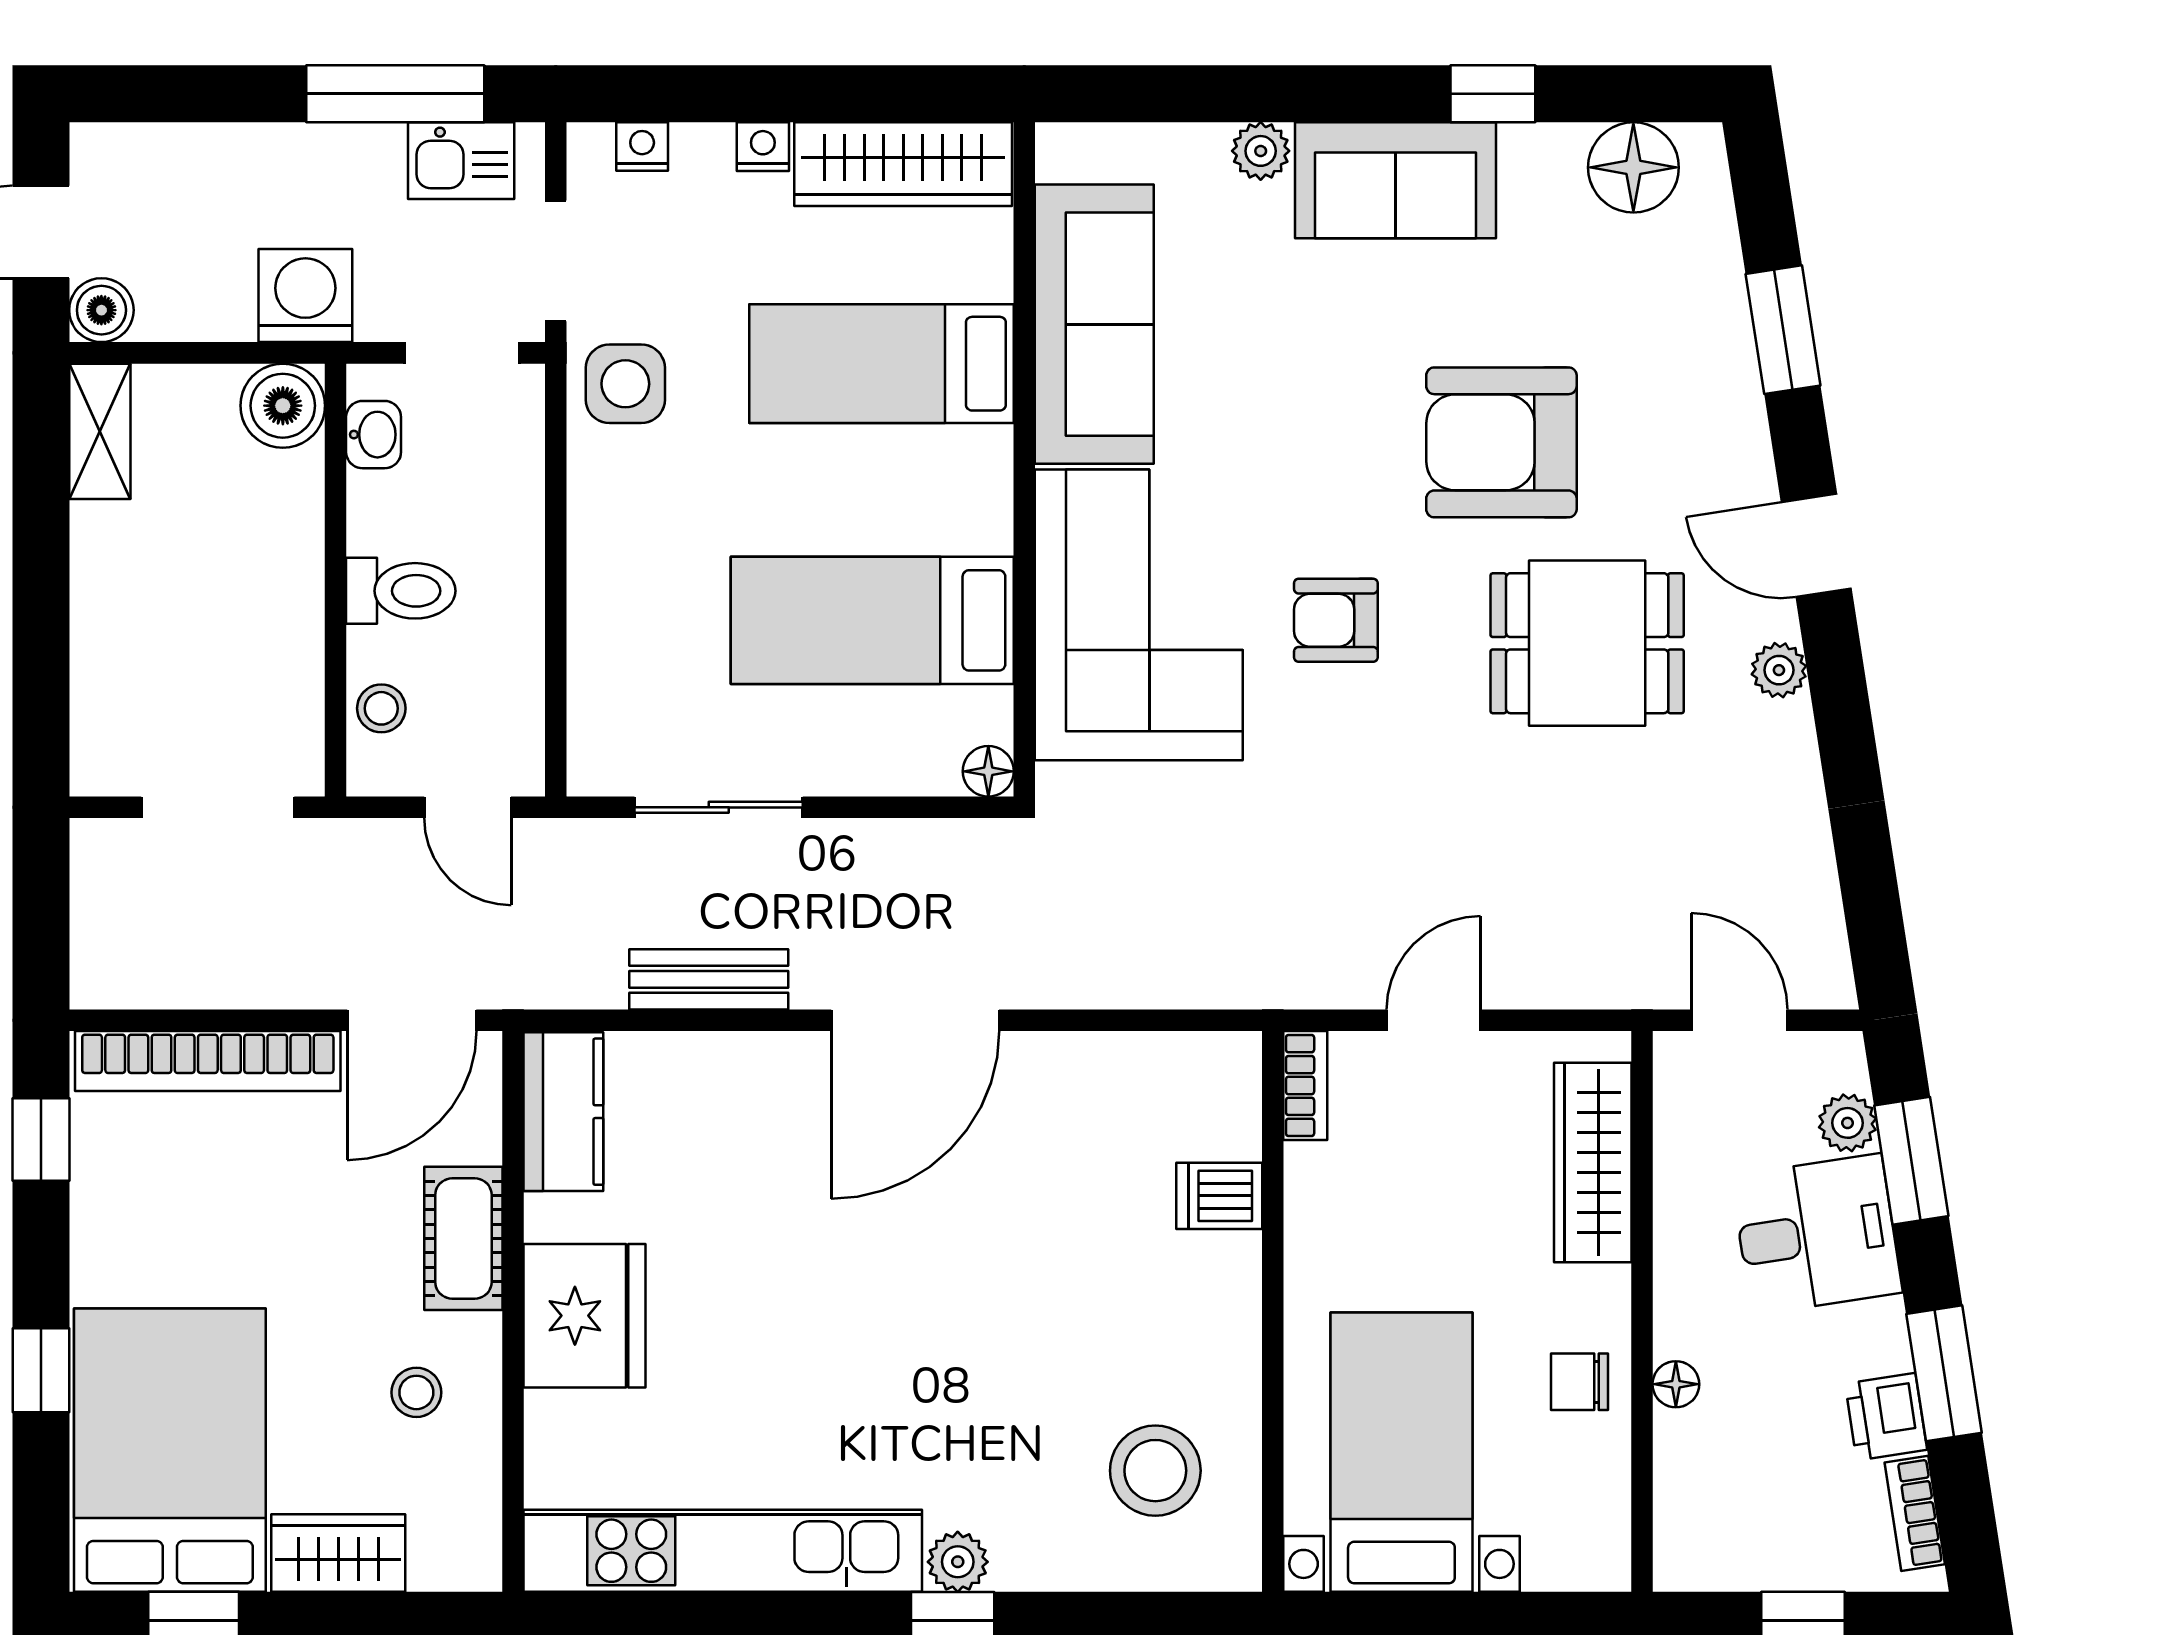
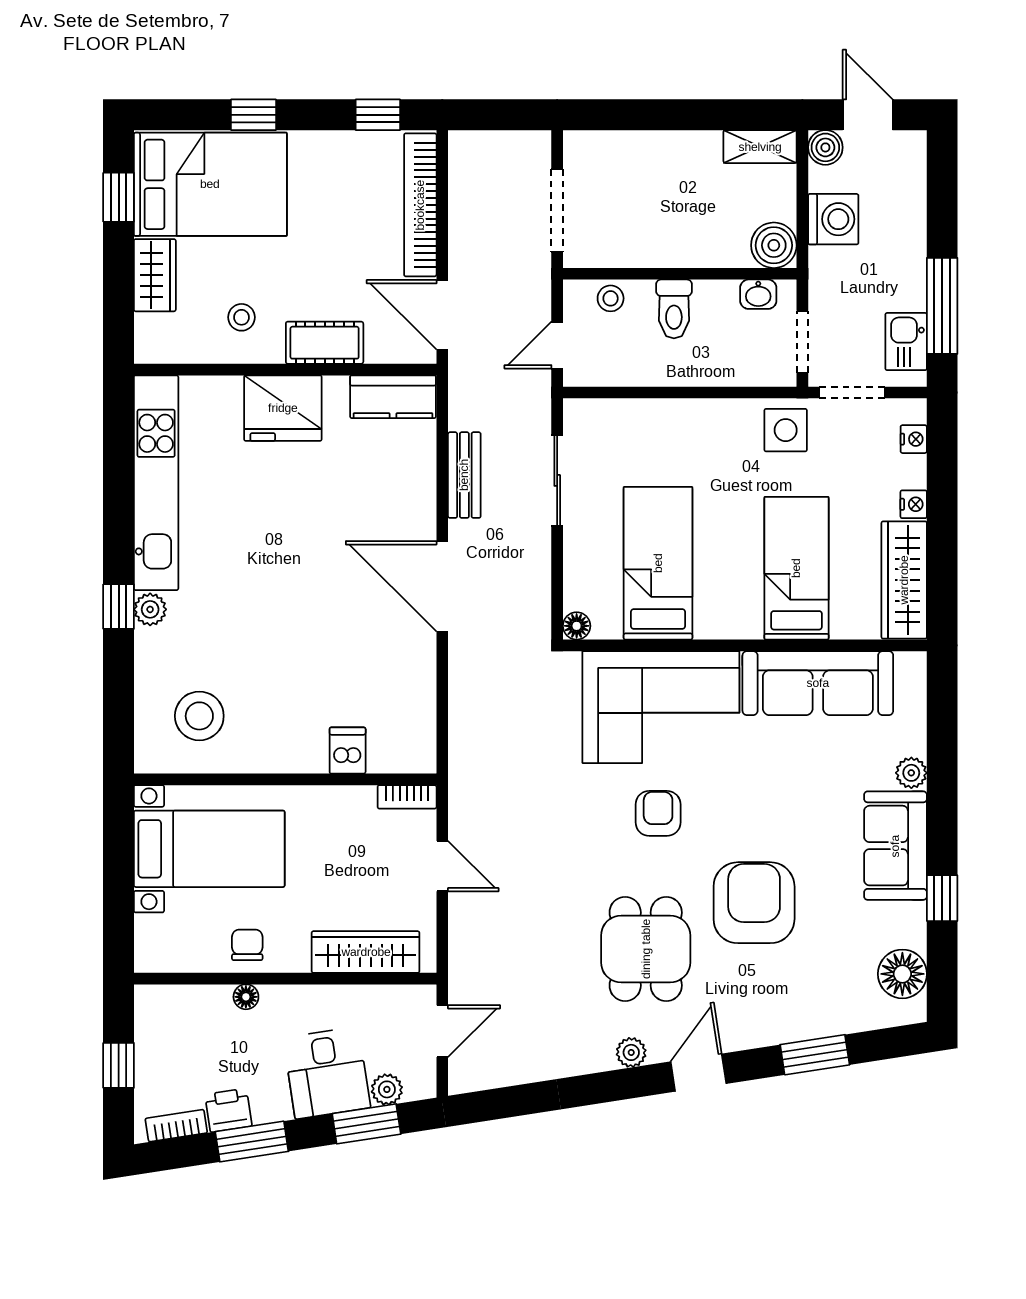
washing machine: (305, 296) -> (833, 219), moved

